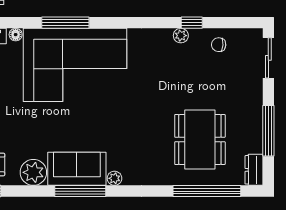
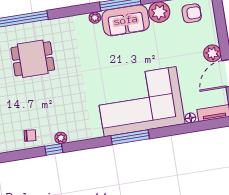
window: (65, 23) -> (130, 137), moved
dining table: (200, 139) -> (33, 59), width x0.73

